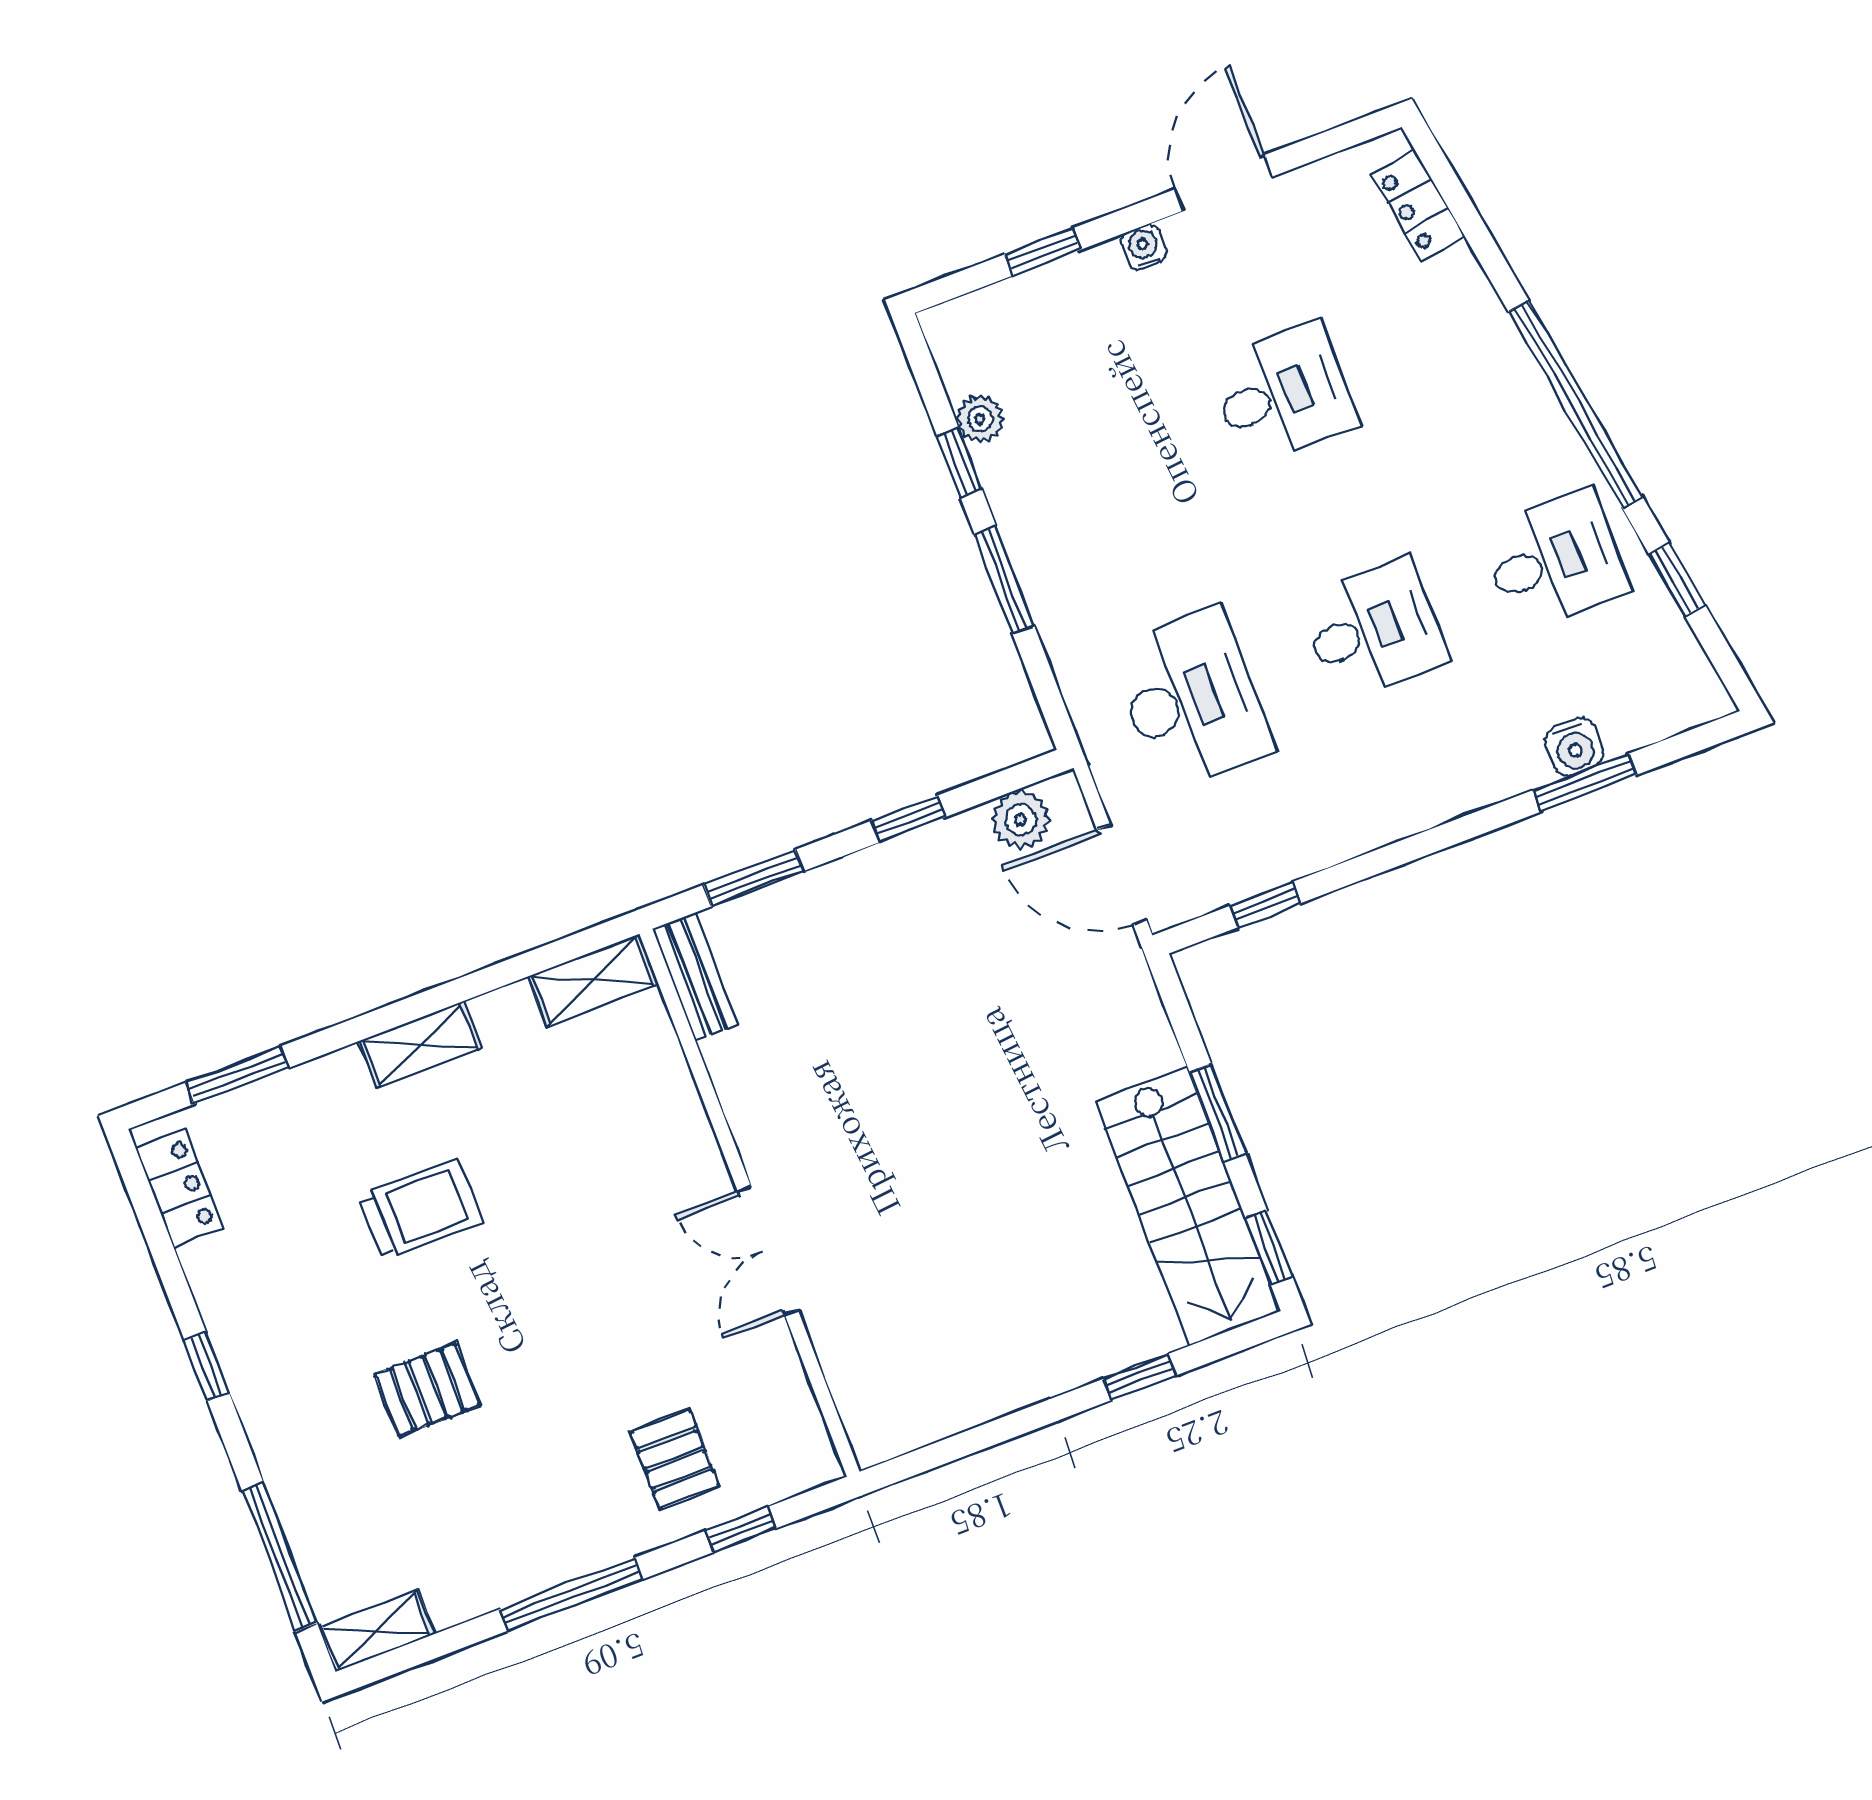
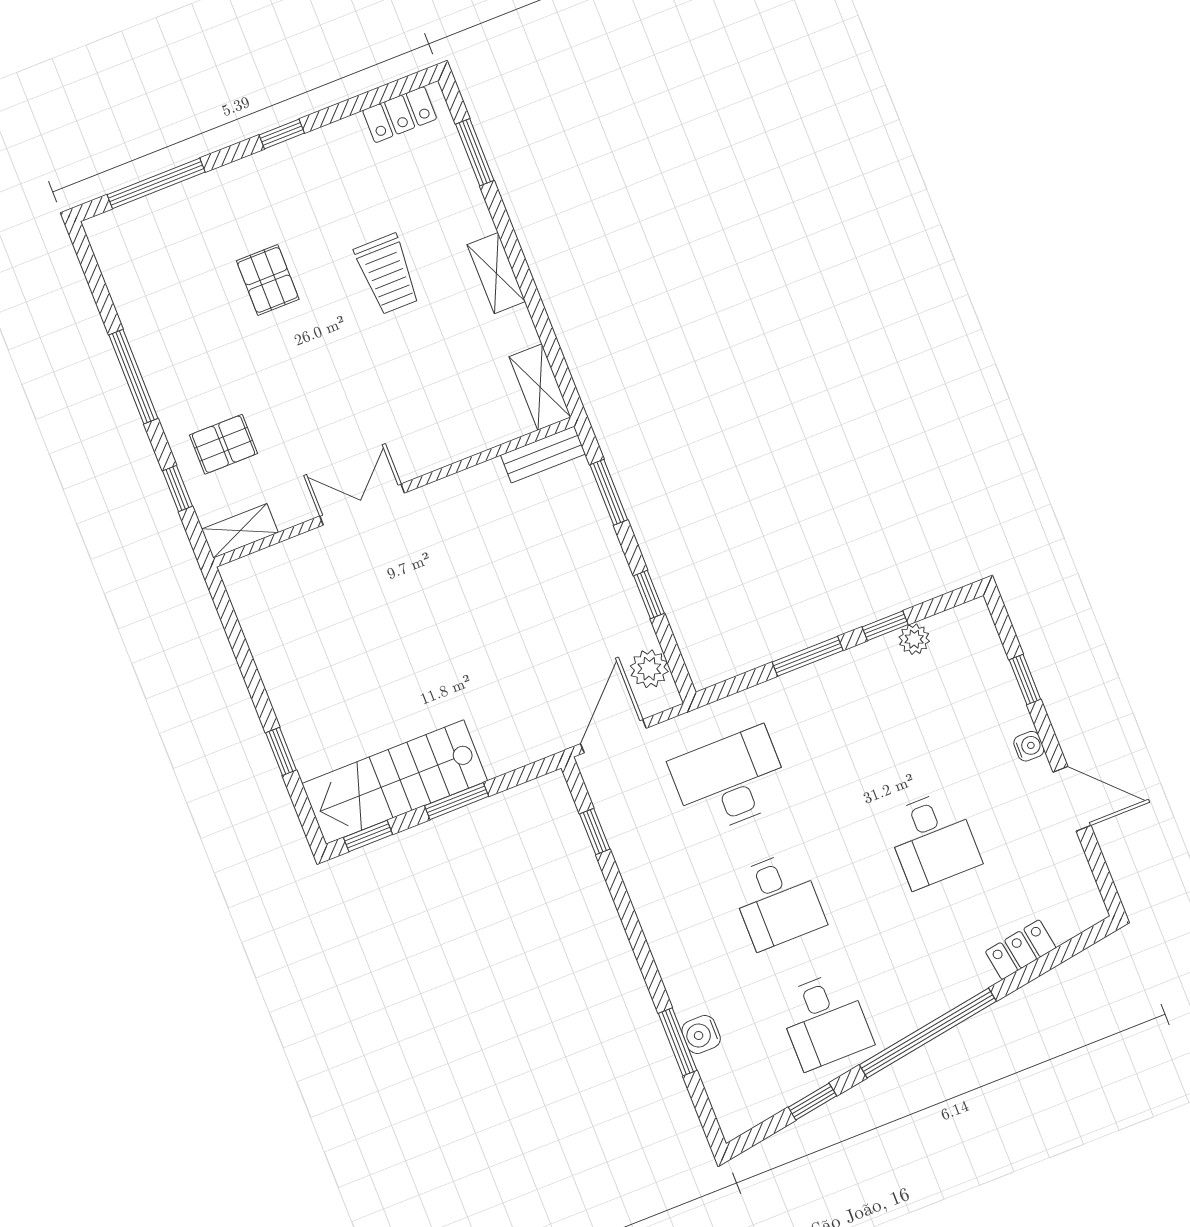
locker: (1418, 206) -> (1021, 950), moved
desk: (1191, 699) -> (730, 781), turned 180
shelving: (377, 1631) -> (240, 531), moved, turned 90

